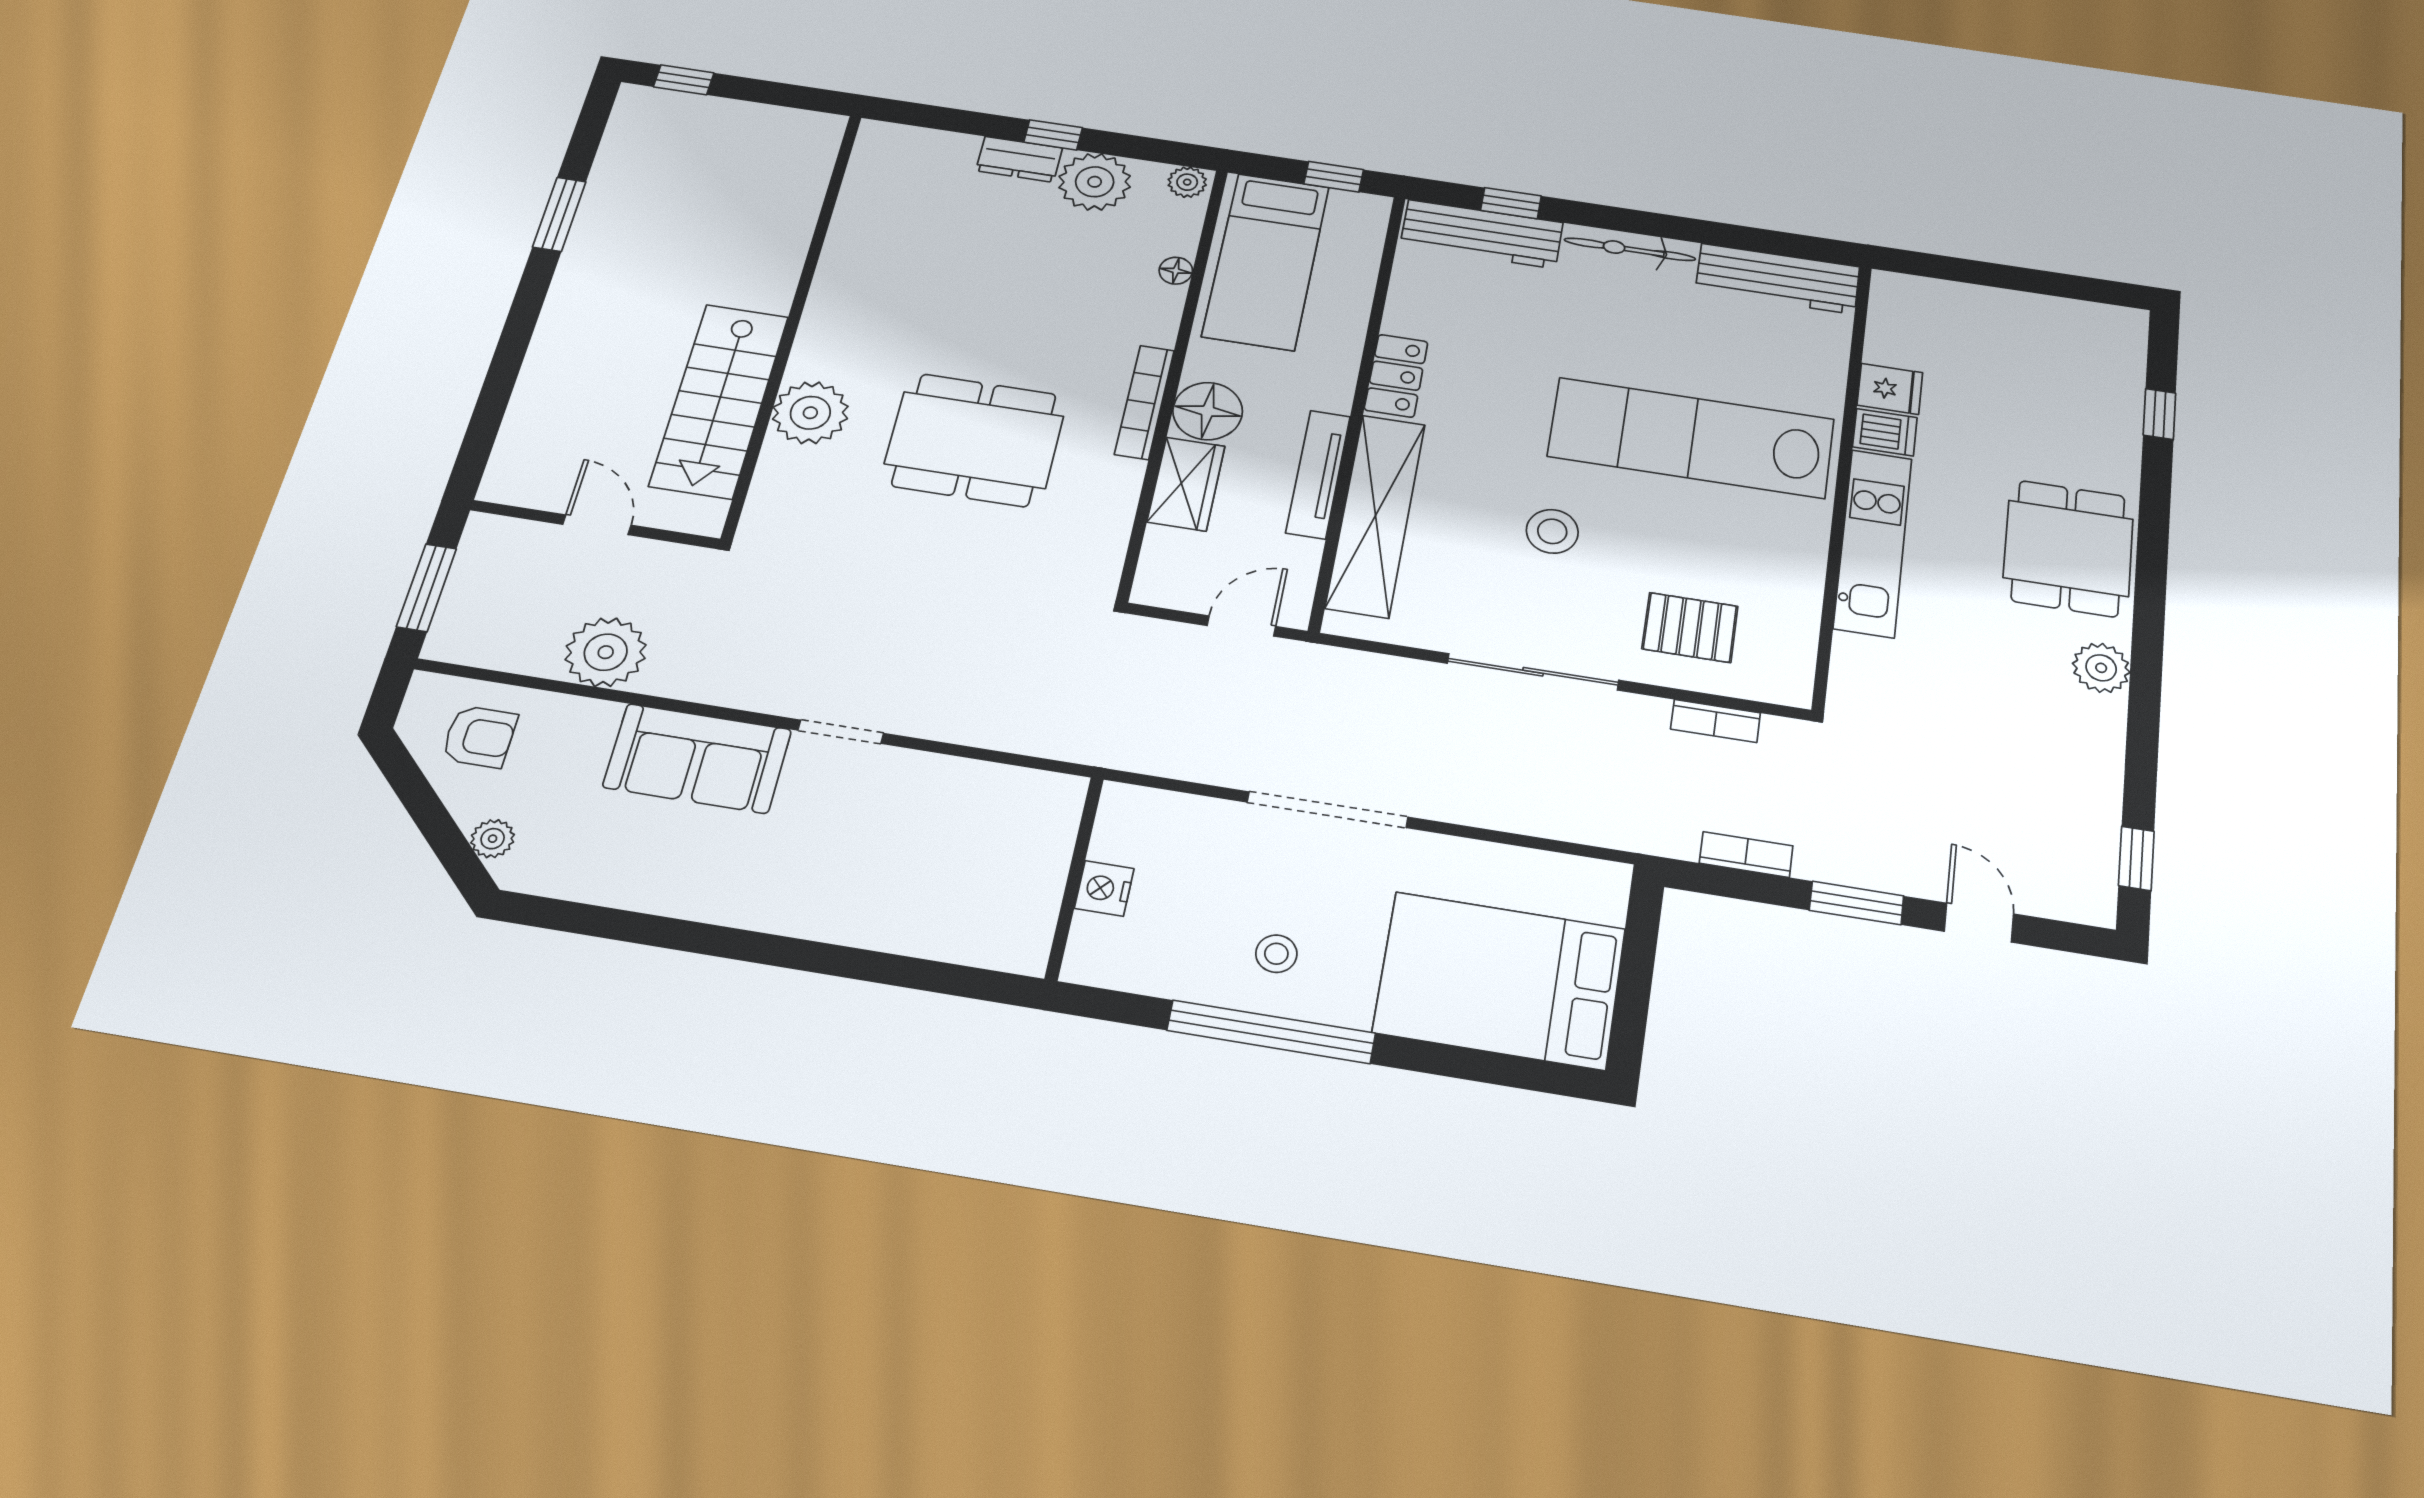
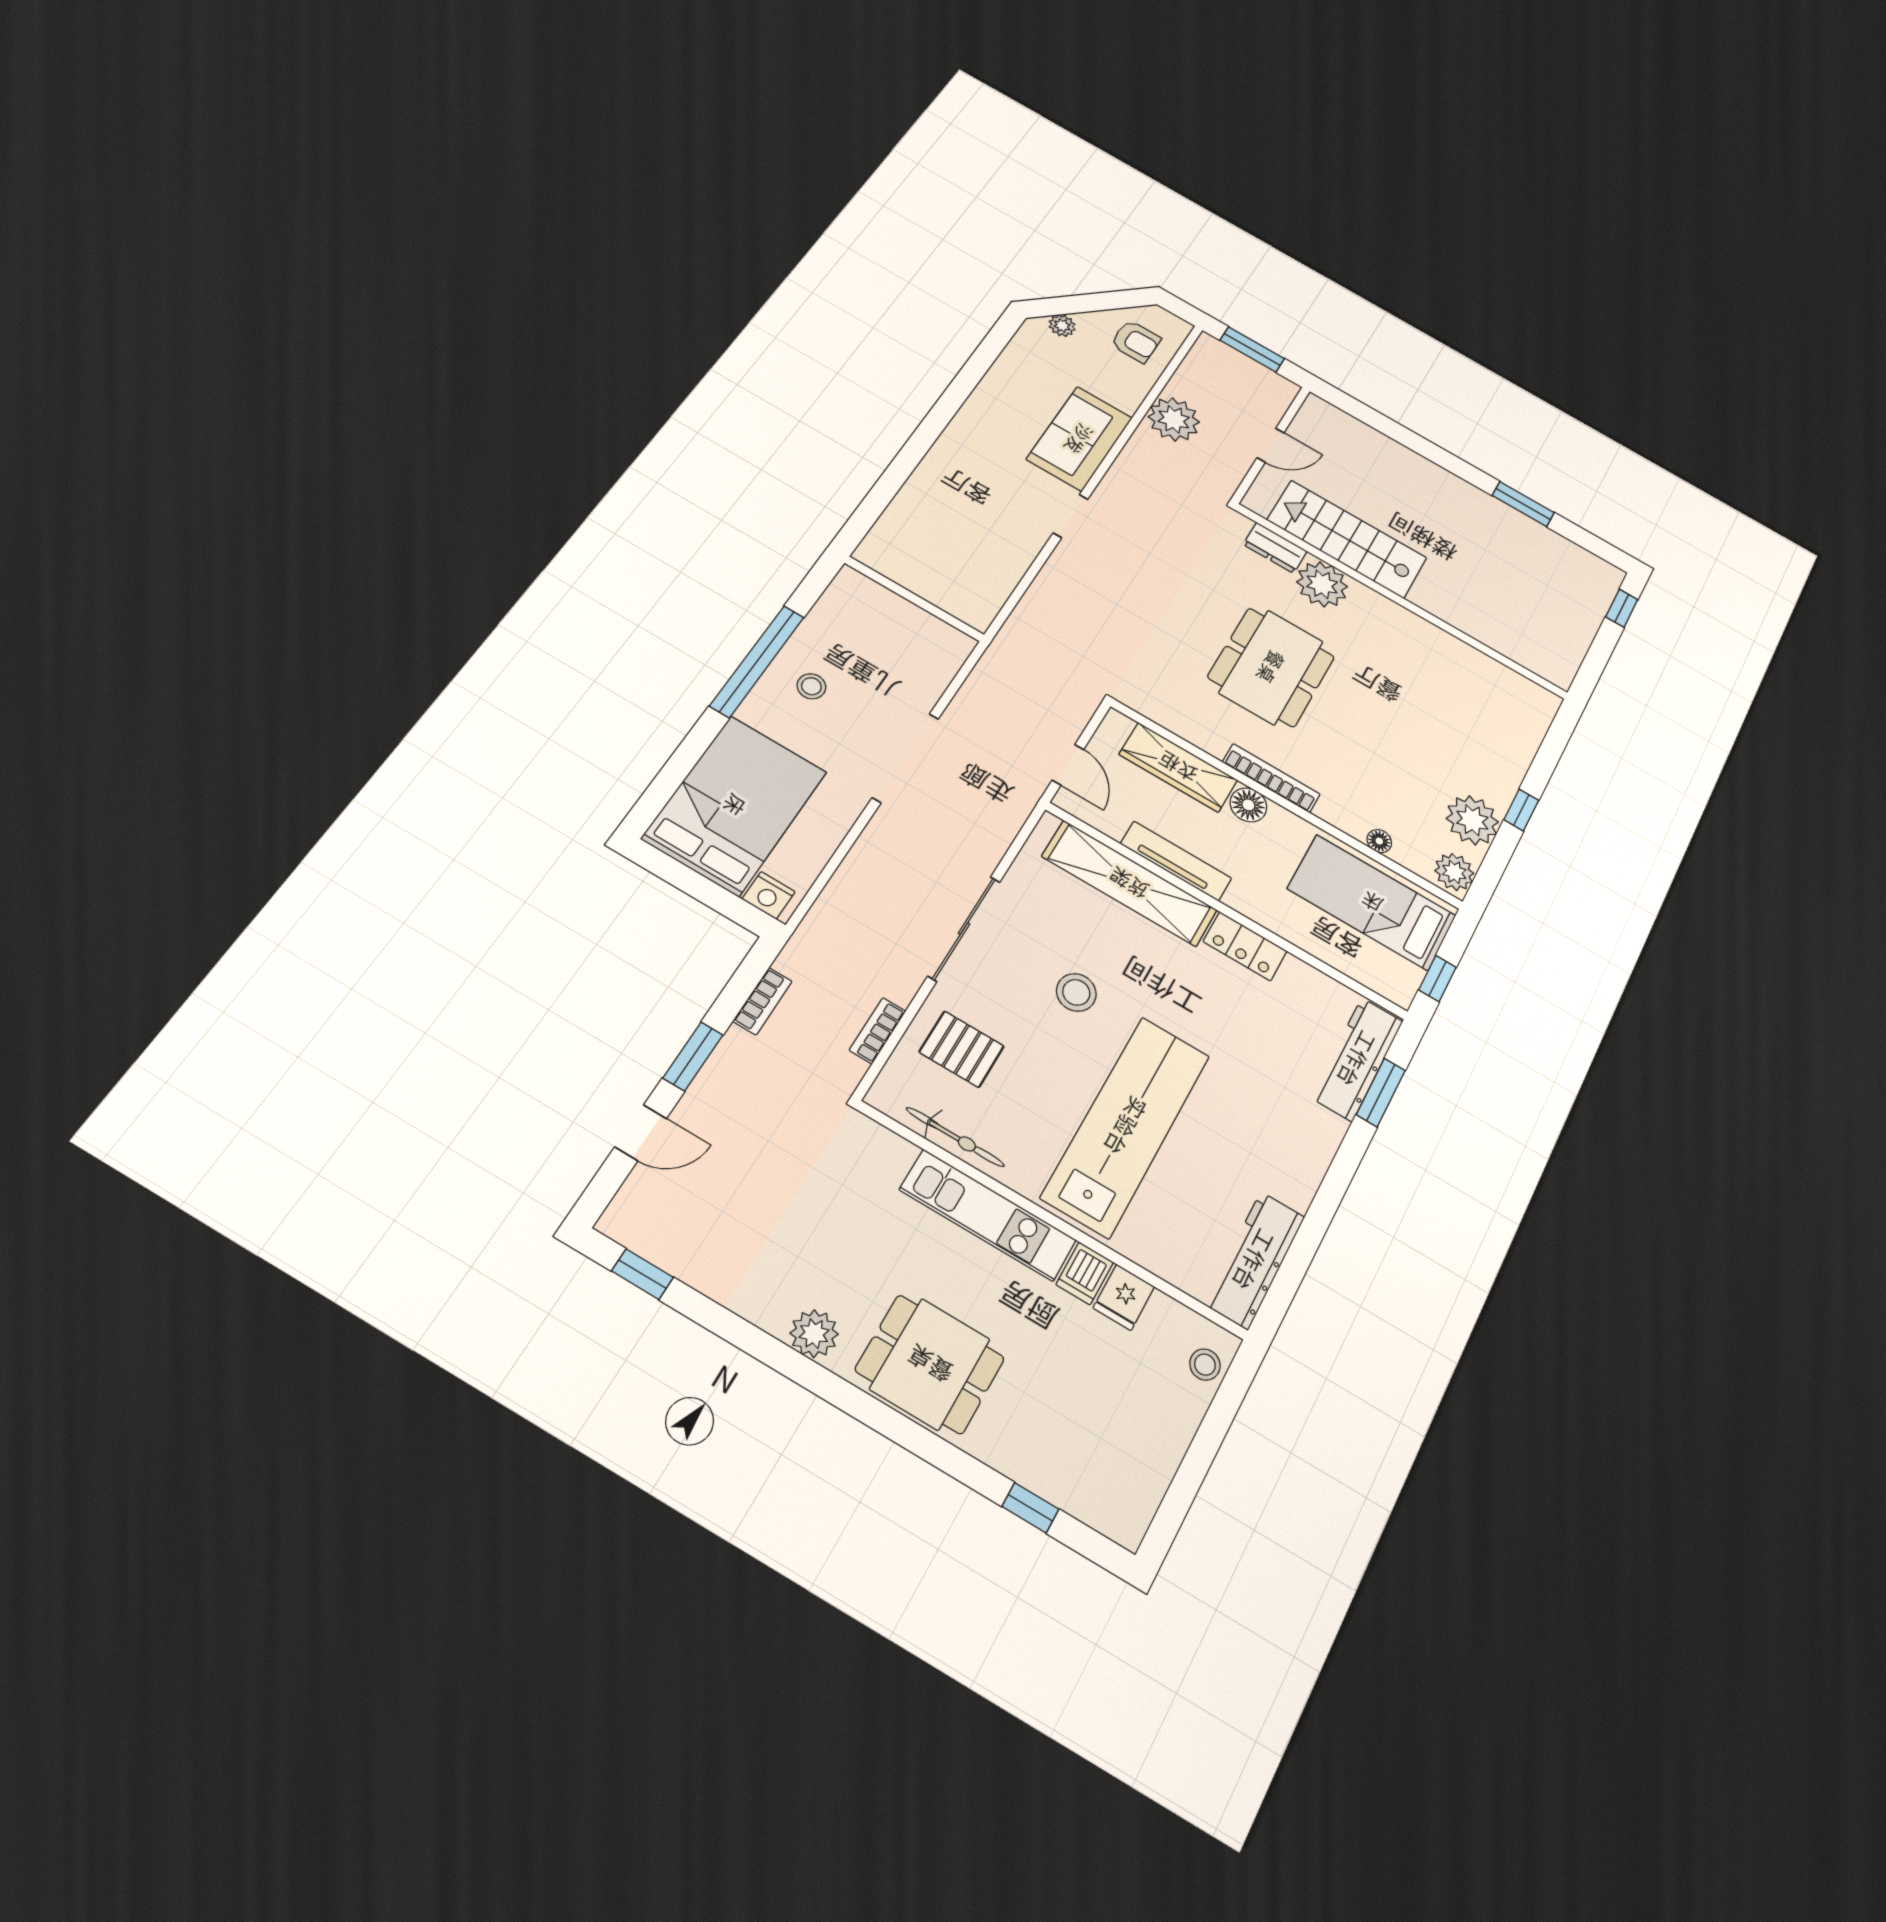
dresser: (1019, 159) -> (1275, 548), moved, turned -90
plant: (1187, 182) -> (1454, 872), width x1.38, depth x1.38
window: (1511, 203) -> (1381, 1093), width x1.50
bicycle: (1630, 249) -> (955, 1137), moved, turned 90
stool: (1919, 297) -> (1205, 1365), added
floor lamp: (1208, 411) -> (1248, 805), width x0.73, depth x0.73
wardrobe: (1186, 484) -> (1178, 767), width x1.50
pallet: (1690, 627) -> (962, 1049), turned 90
armchair: (479, 737) -> (1136, 341), turned -90
nightstand: (1104, 888) -> (769, 895), moved, turned 180

